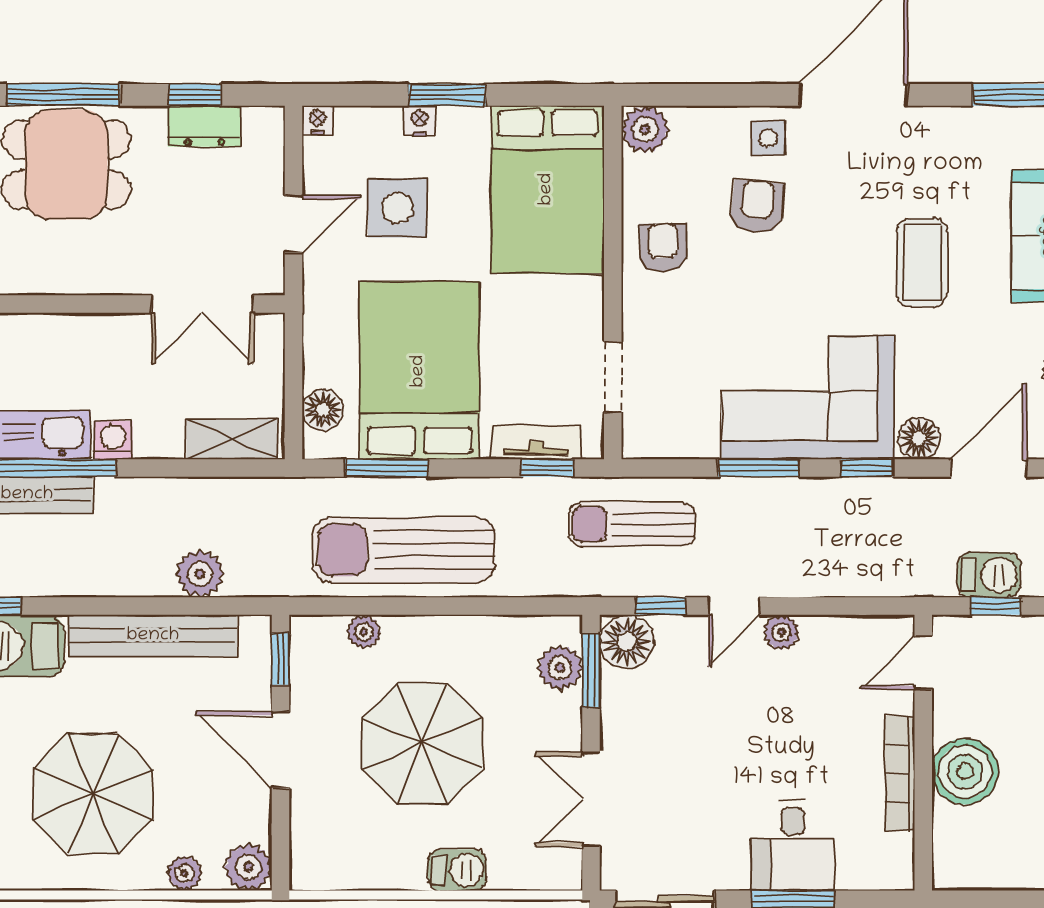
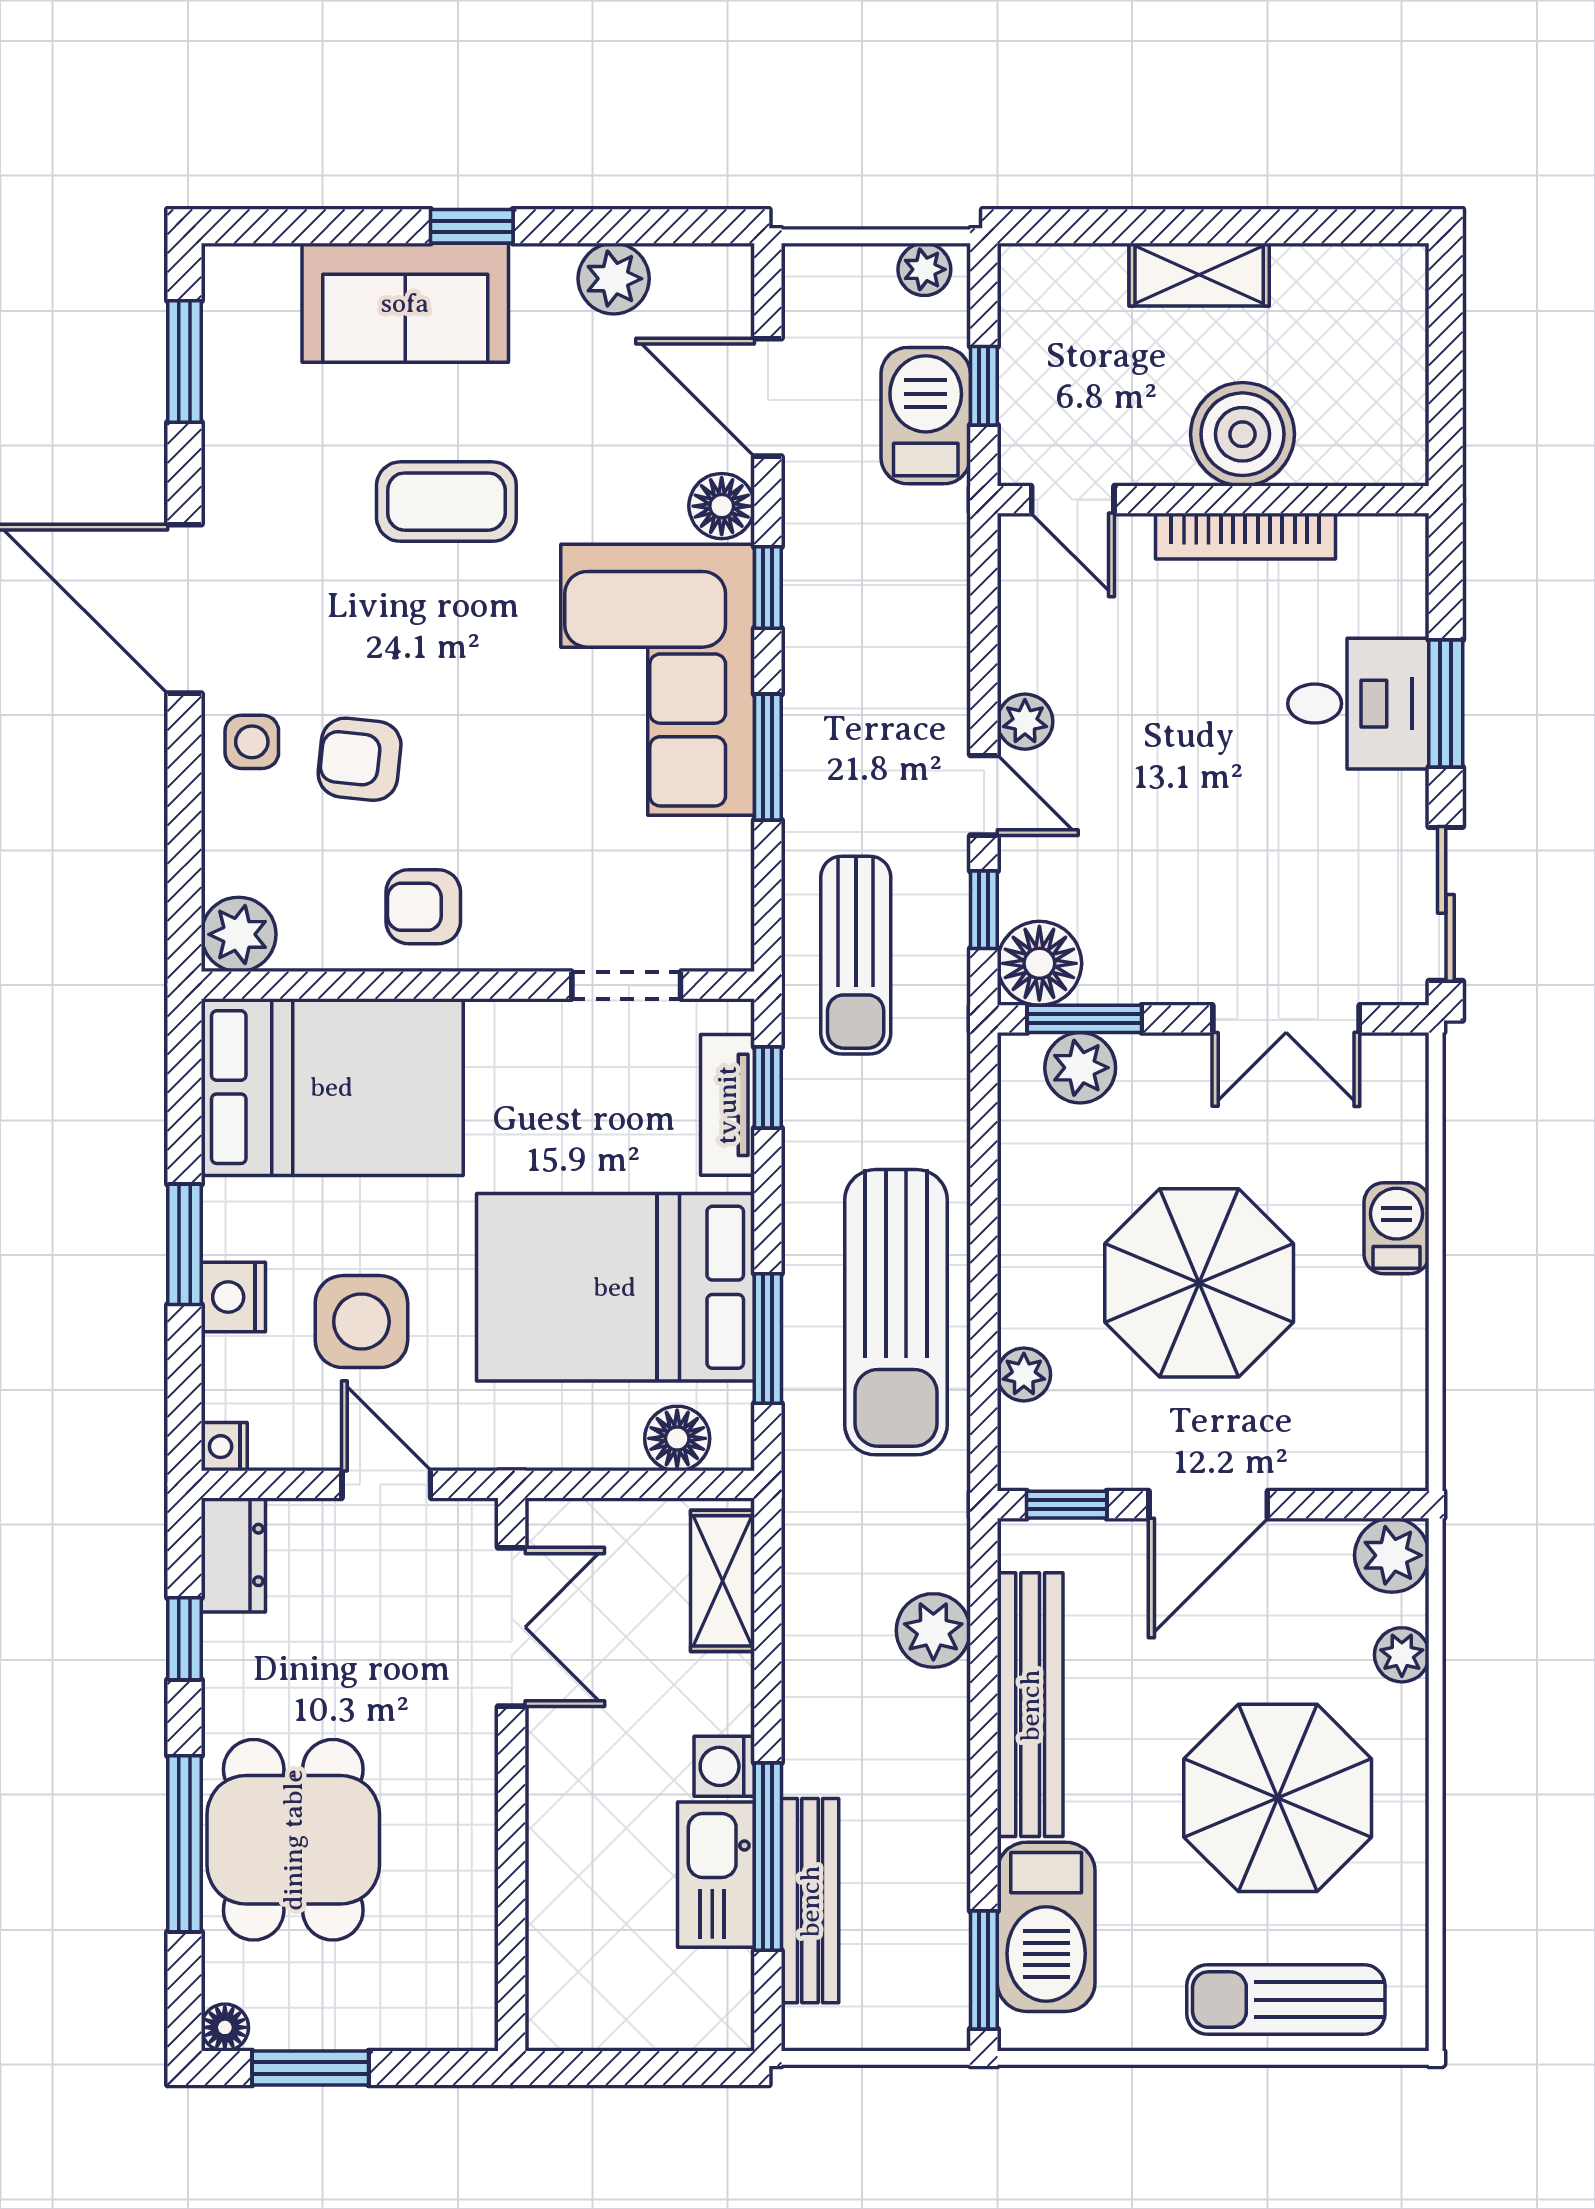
nightstand: (419, 121) -> (233, 1297), width x1.39, depth x1.35
dresser: (204, 126) -> (233, 1555), moved
barbecue: (989, 575) -> (926, 416), width x1.38, depth x1.27

